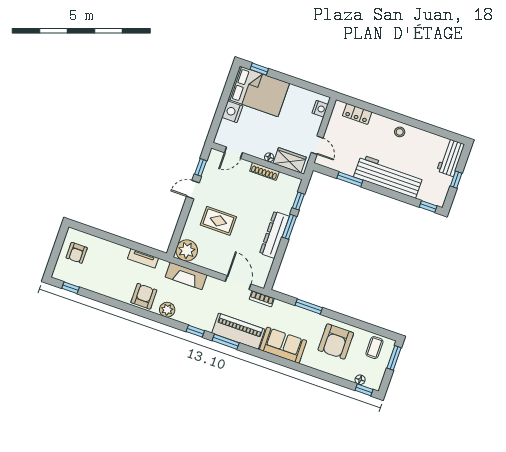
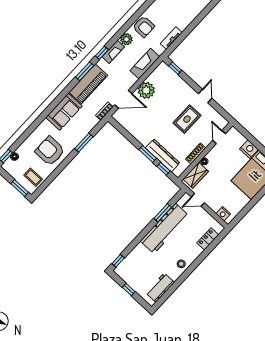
workbench: (451, 158) -> (160, 288), moved, turned -90
window: (201, 167) -> (175, 68), moved
workbench: (388, 176) -> (165, 228), moved
rug: (218, 221) -> (187, 119), moved
dresser: (274, 235) -> (163, 155), moved
plant: (187, 250) -> (146, 90), moved
fireplace: (189, 319) -> (113, 52), added

